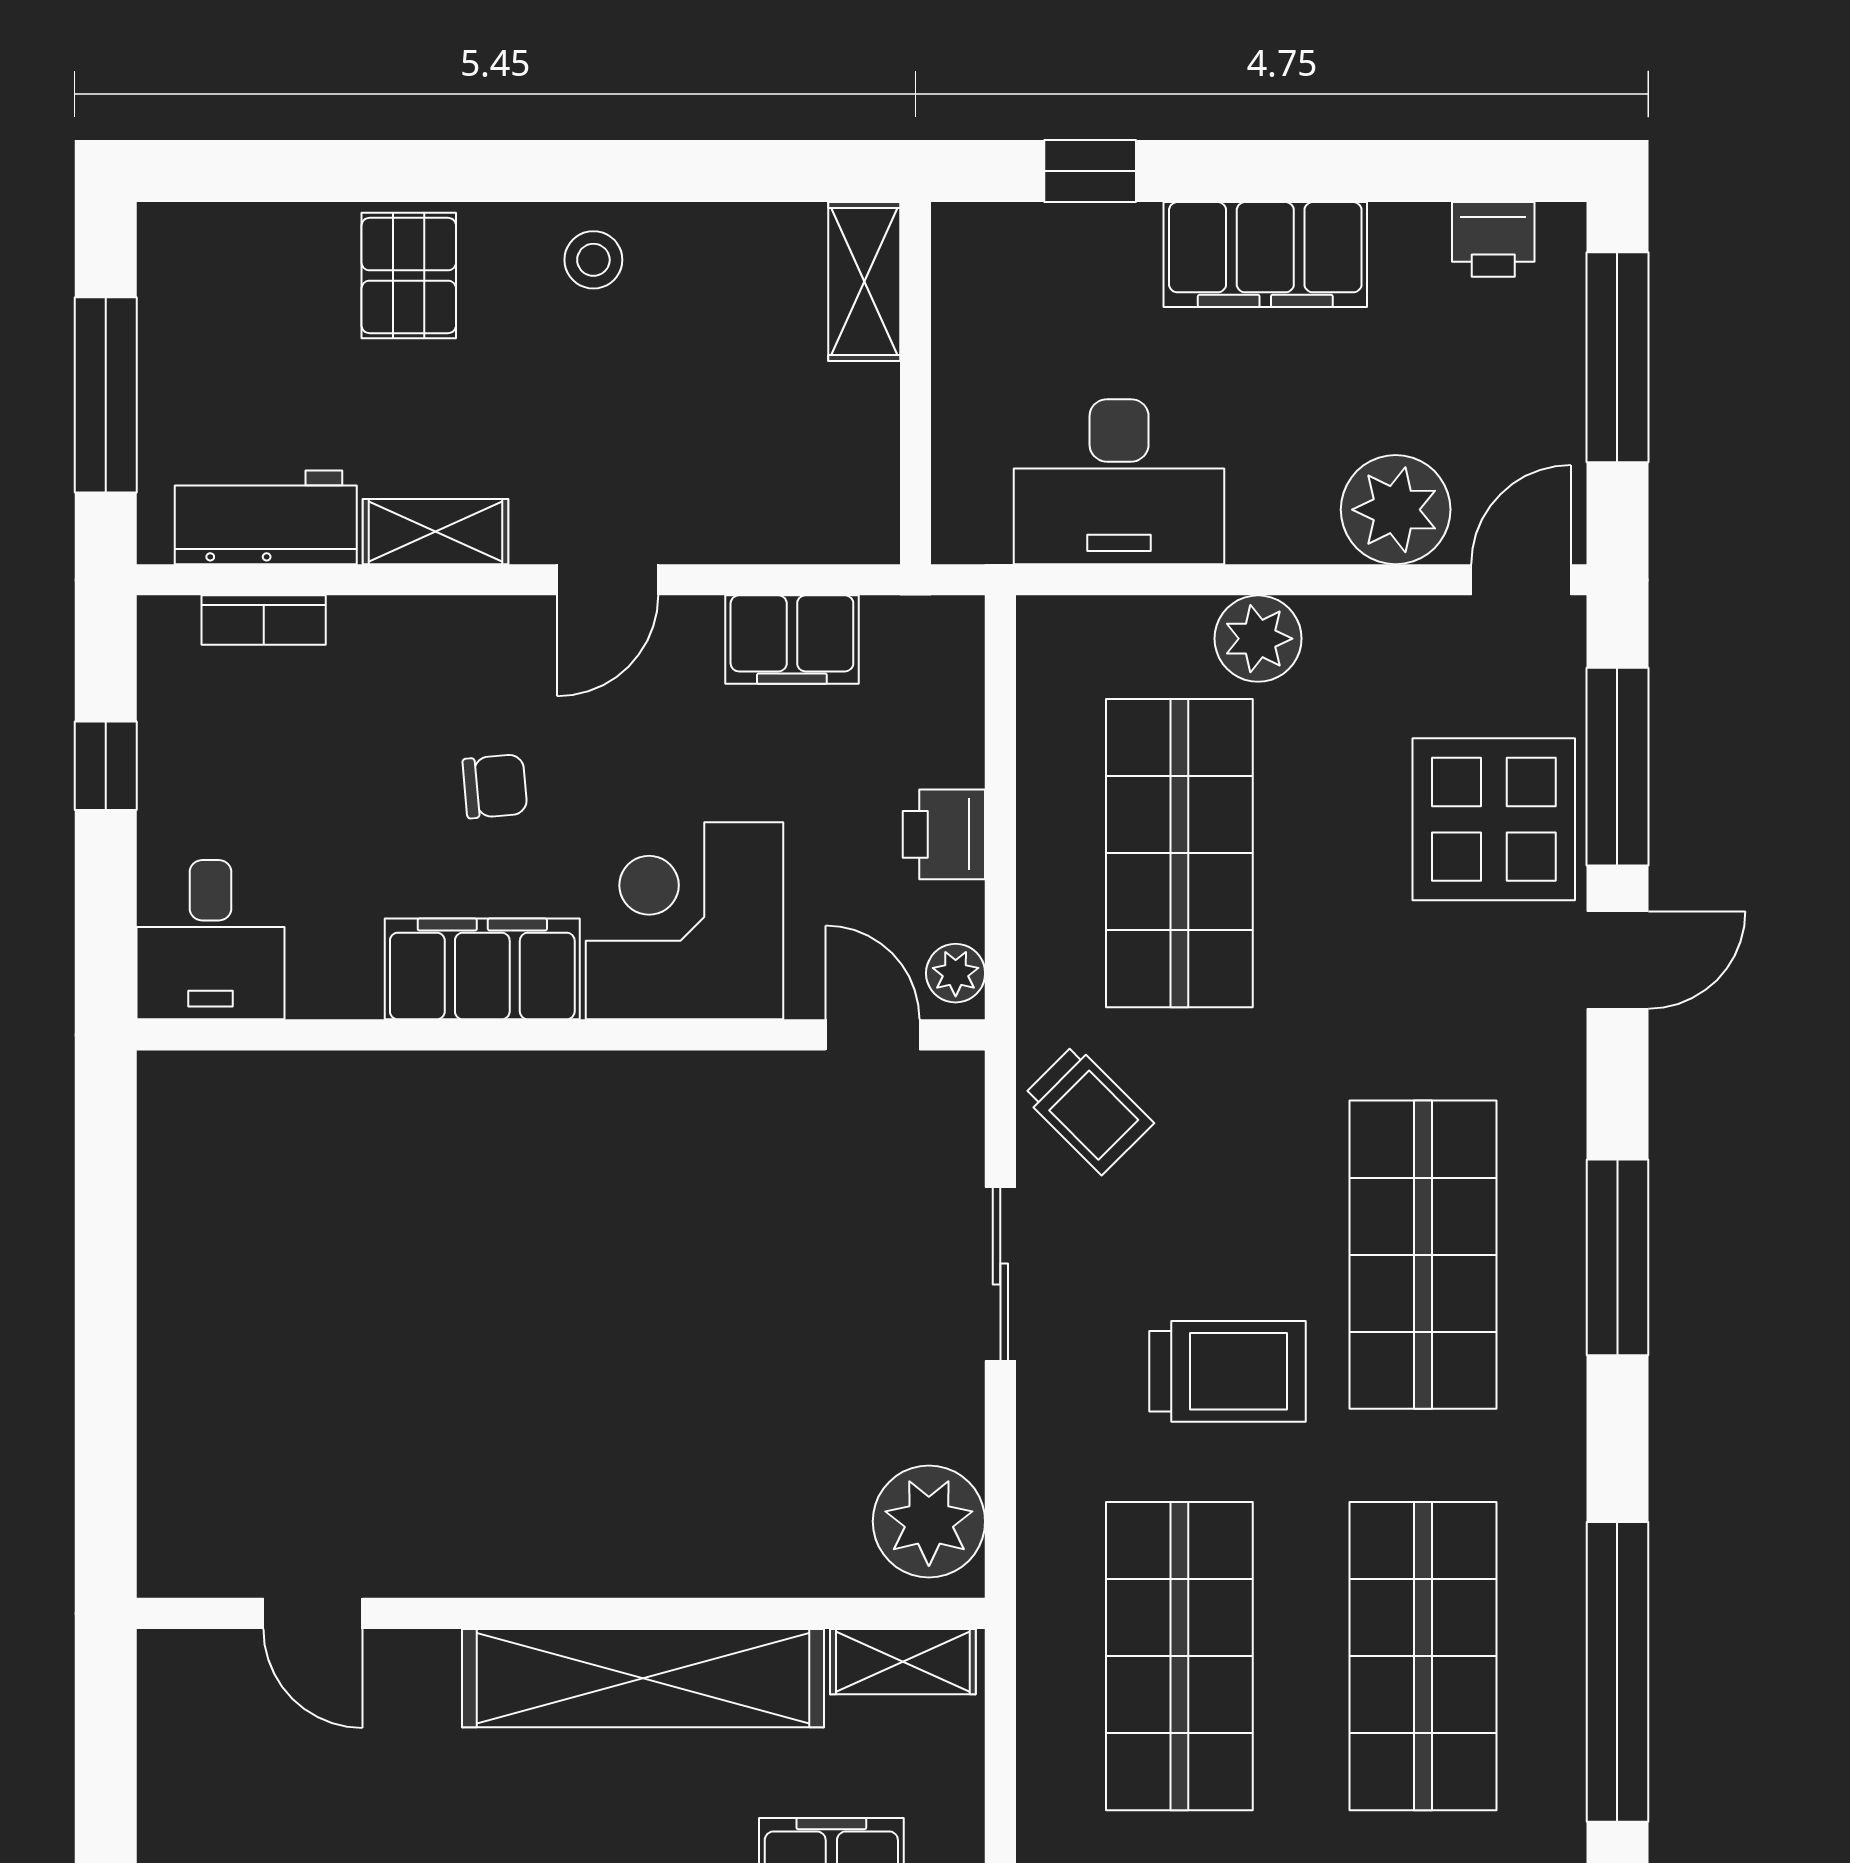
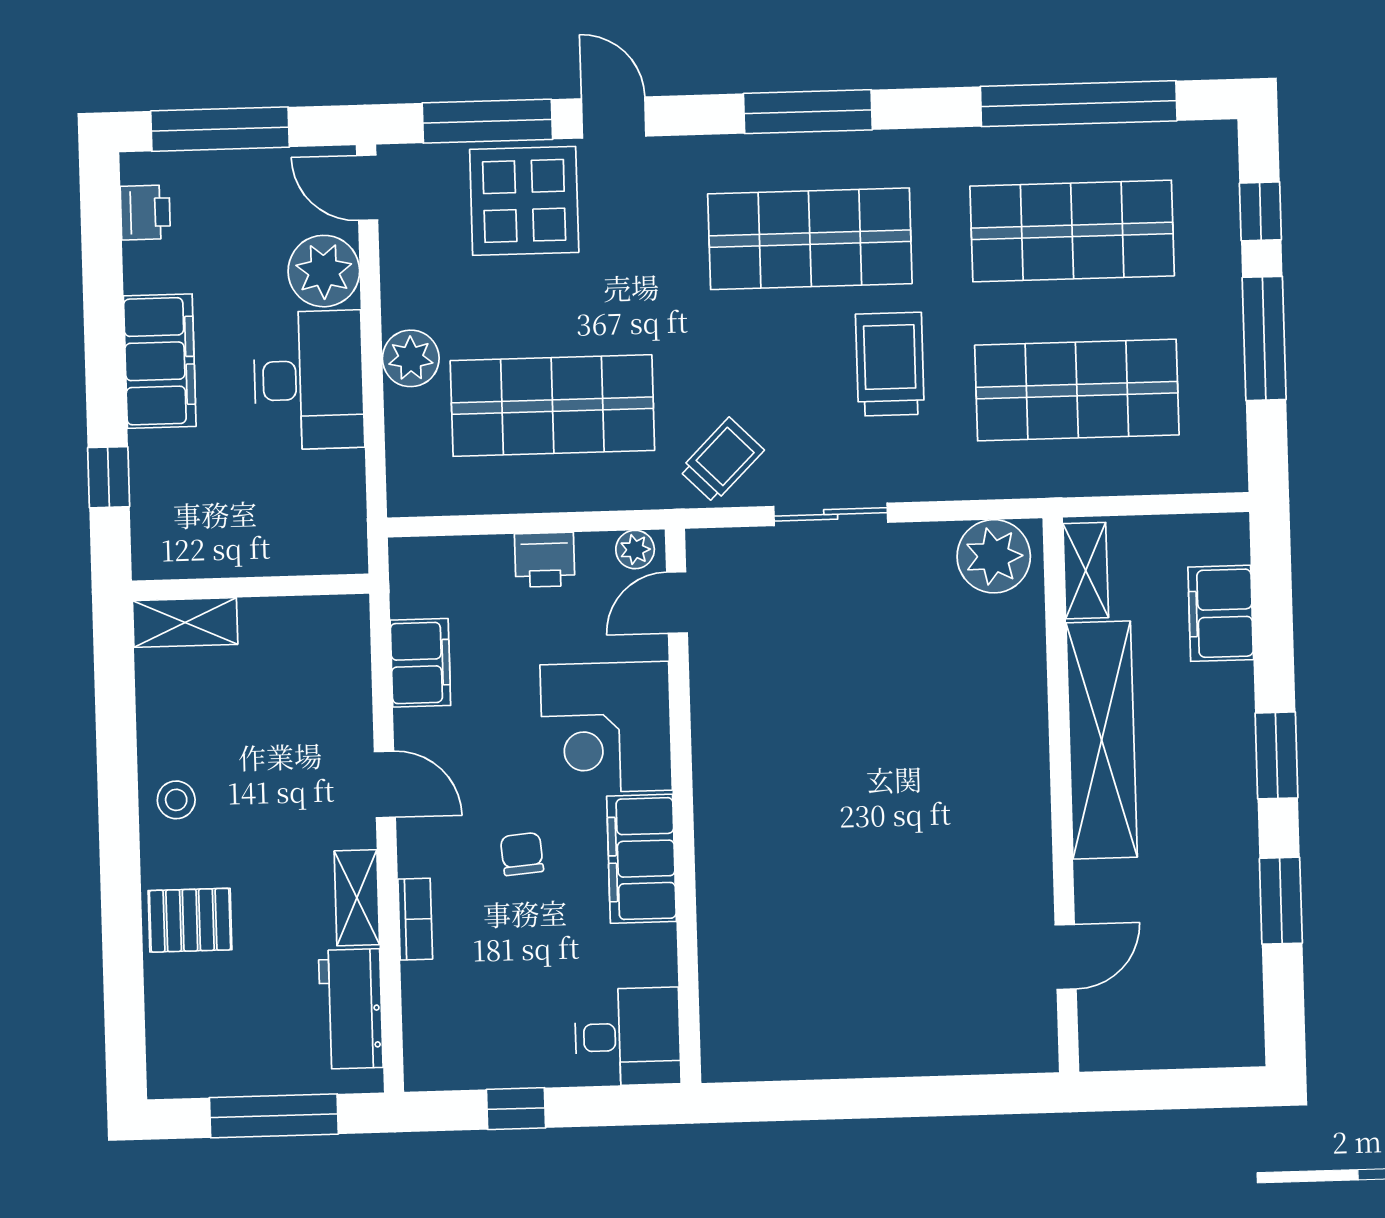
desk: (1119, 482) -> (309, 380), moved
bookcase: (264, 620) -> (415, 919), moved

